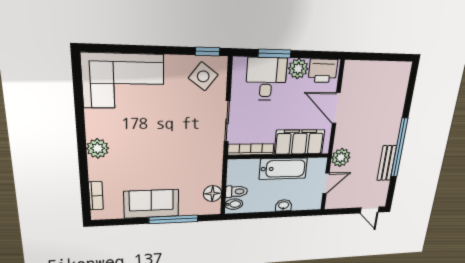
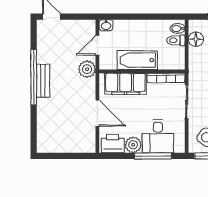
window: (275, 54) -> (153, 156), width x1.44
bench: (387, 163) -> (43, 81), moved
washbasin: (284, 205) -> (106, 25), moved

